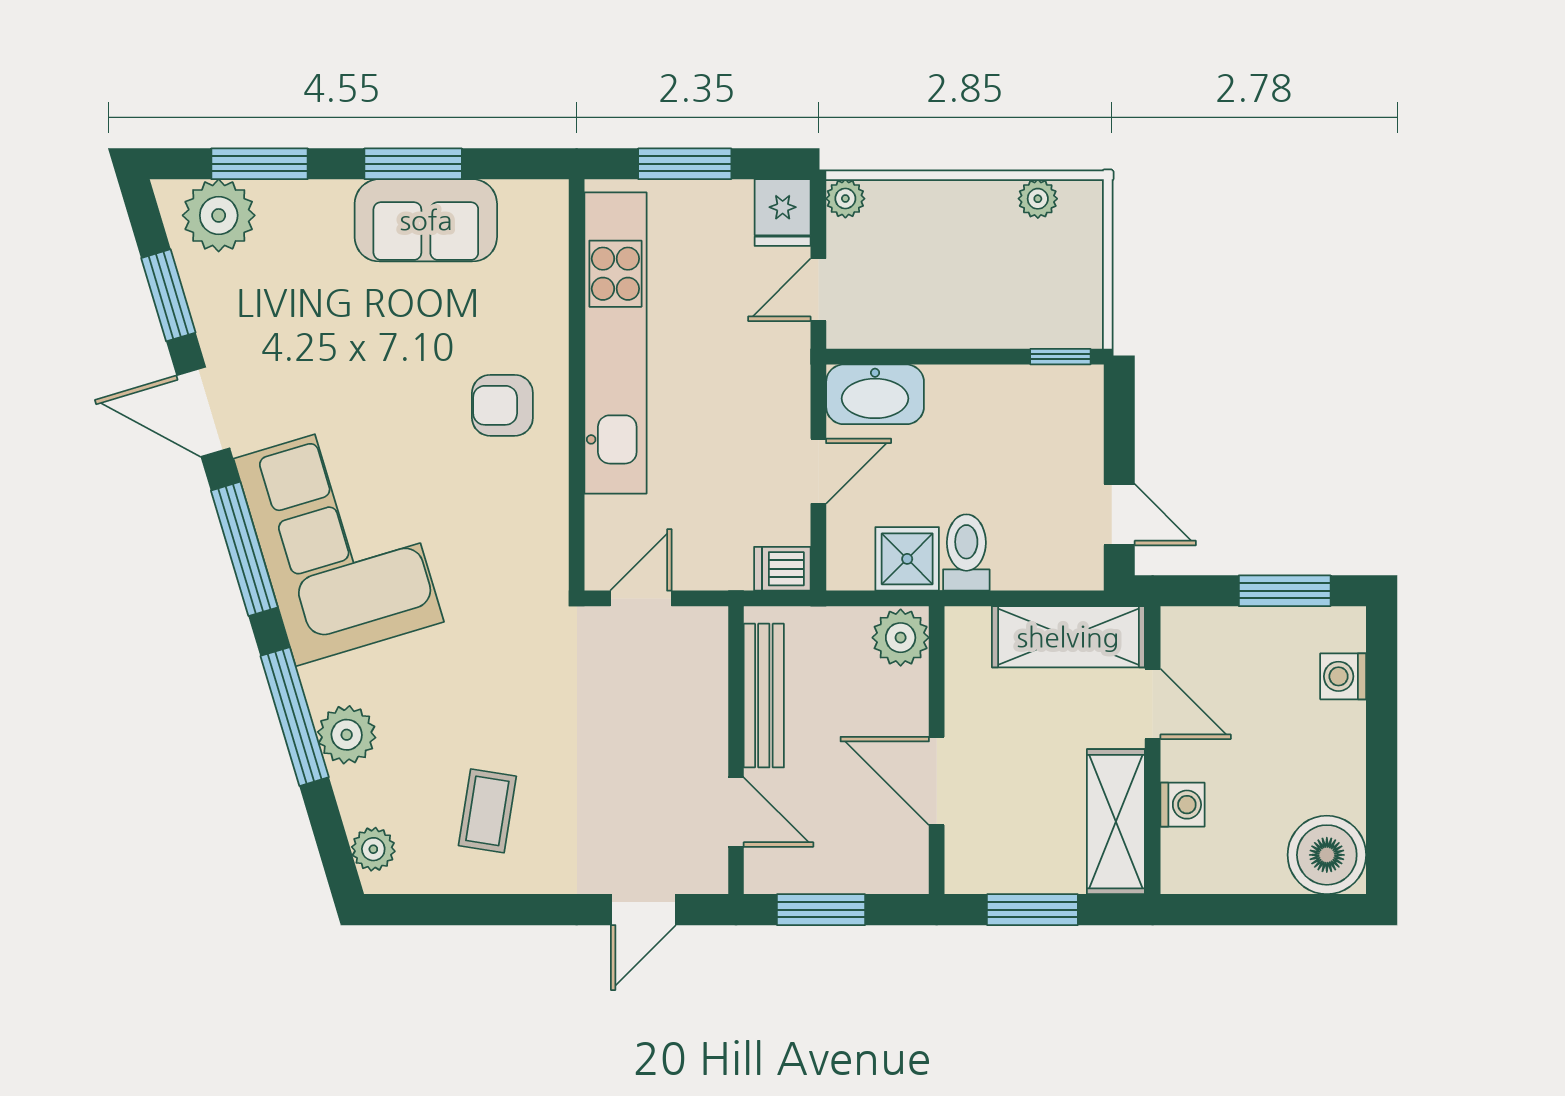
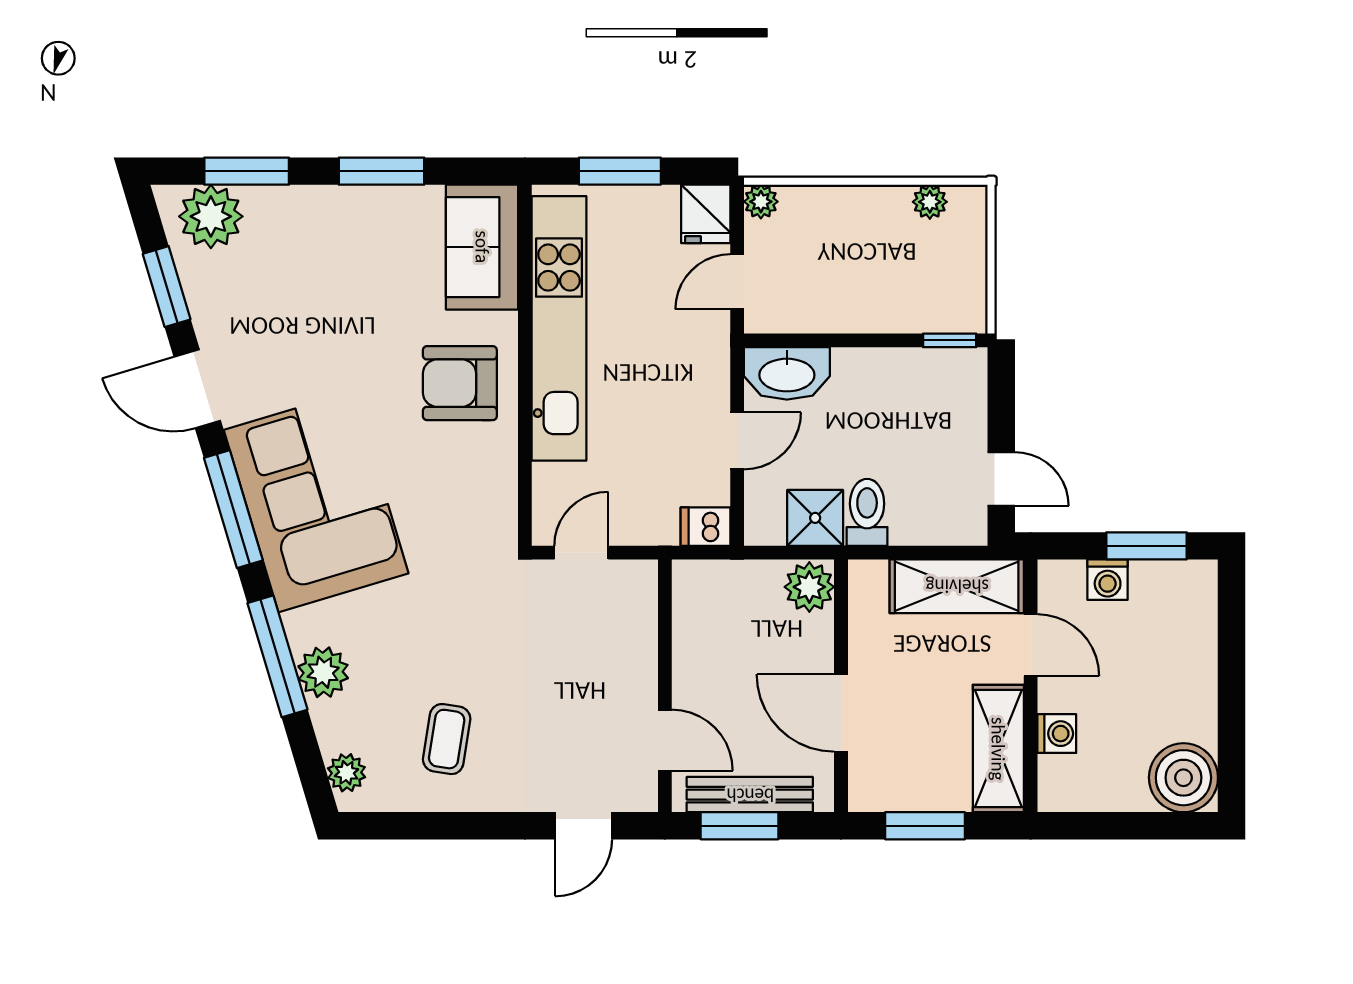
sofa: (426, 220) -> (482, 247), moved, turned 90
armchair: (502, 405) -> (460, 383), width x1.38, depth x1.38
washing machine: (1343, 676) -> (1108, 580), moved, turned -90
bench: (764, 696) -> (750, 795), moved, turned 90

